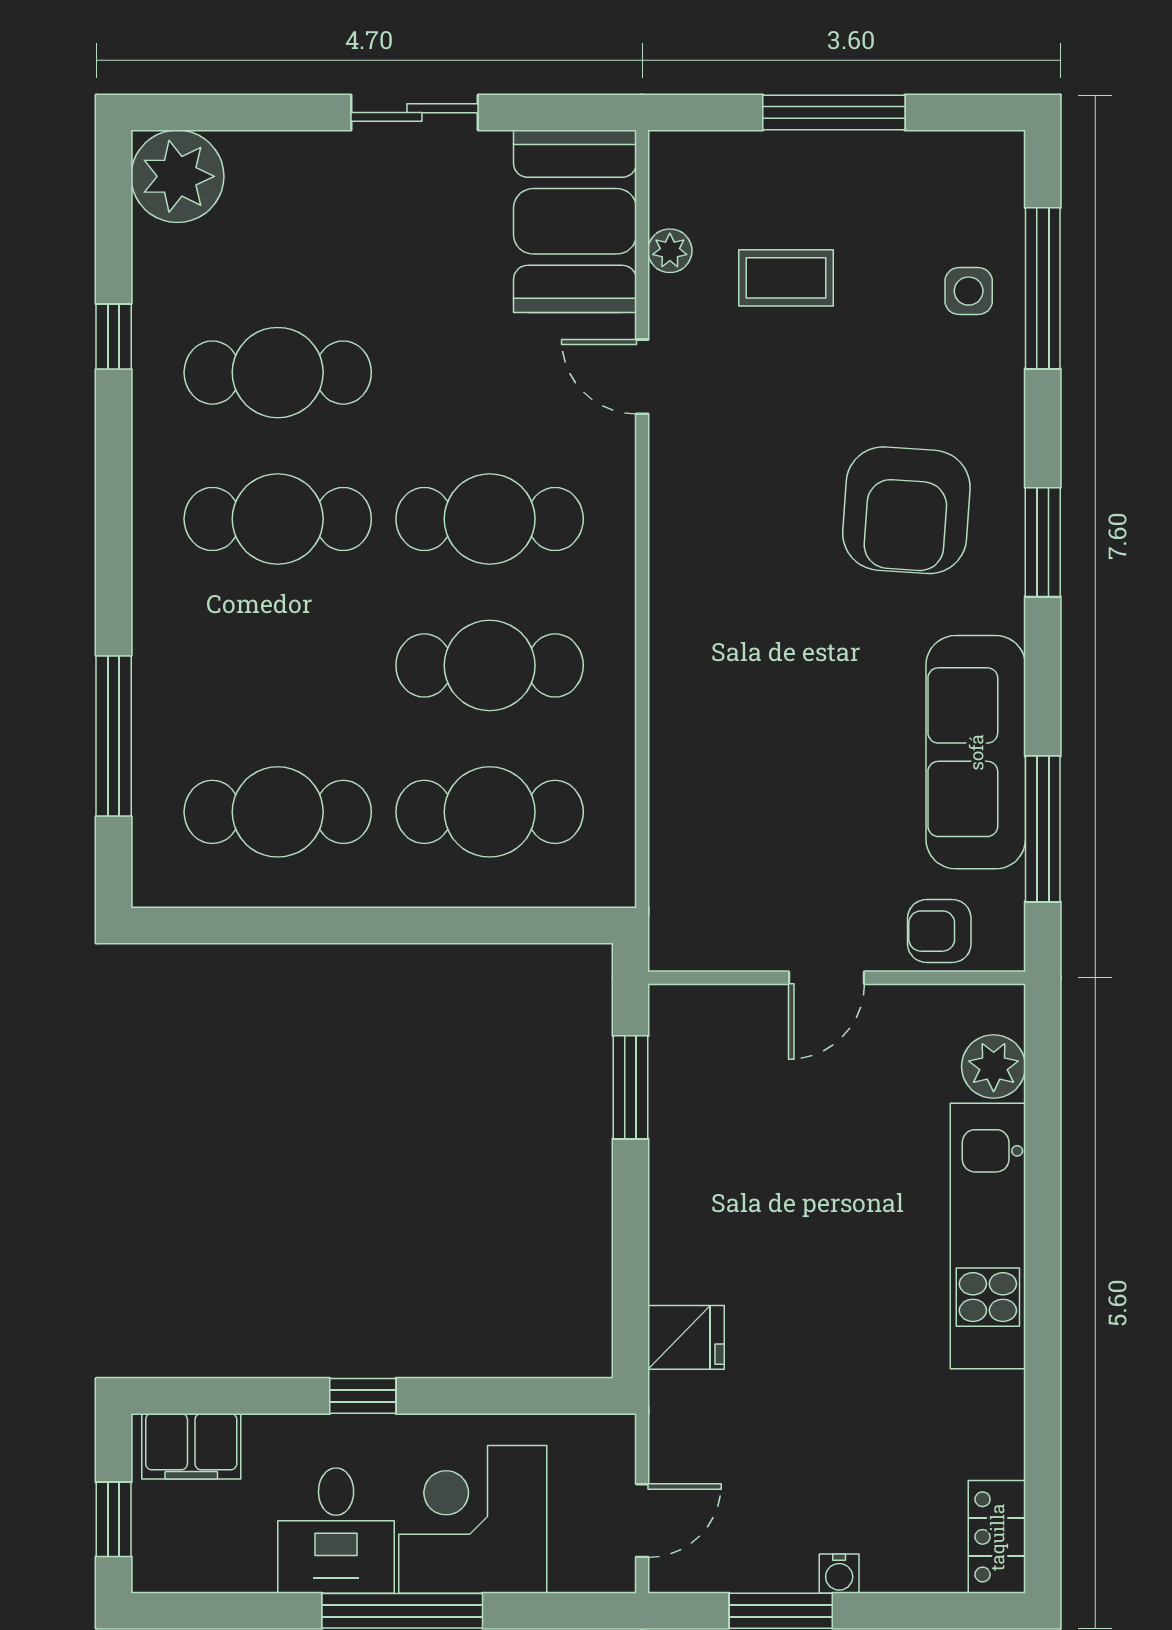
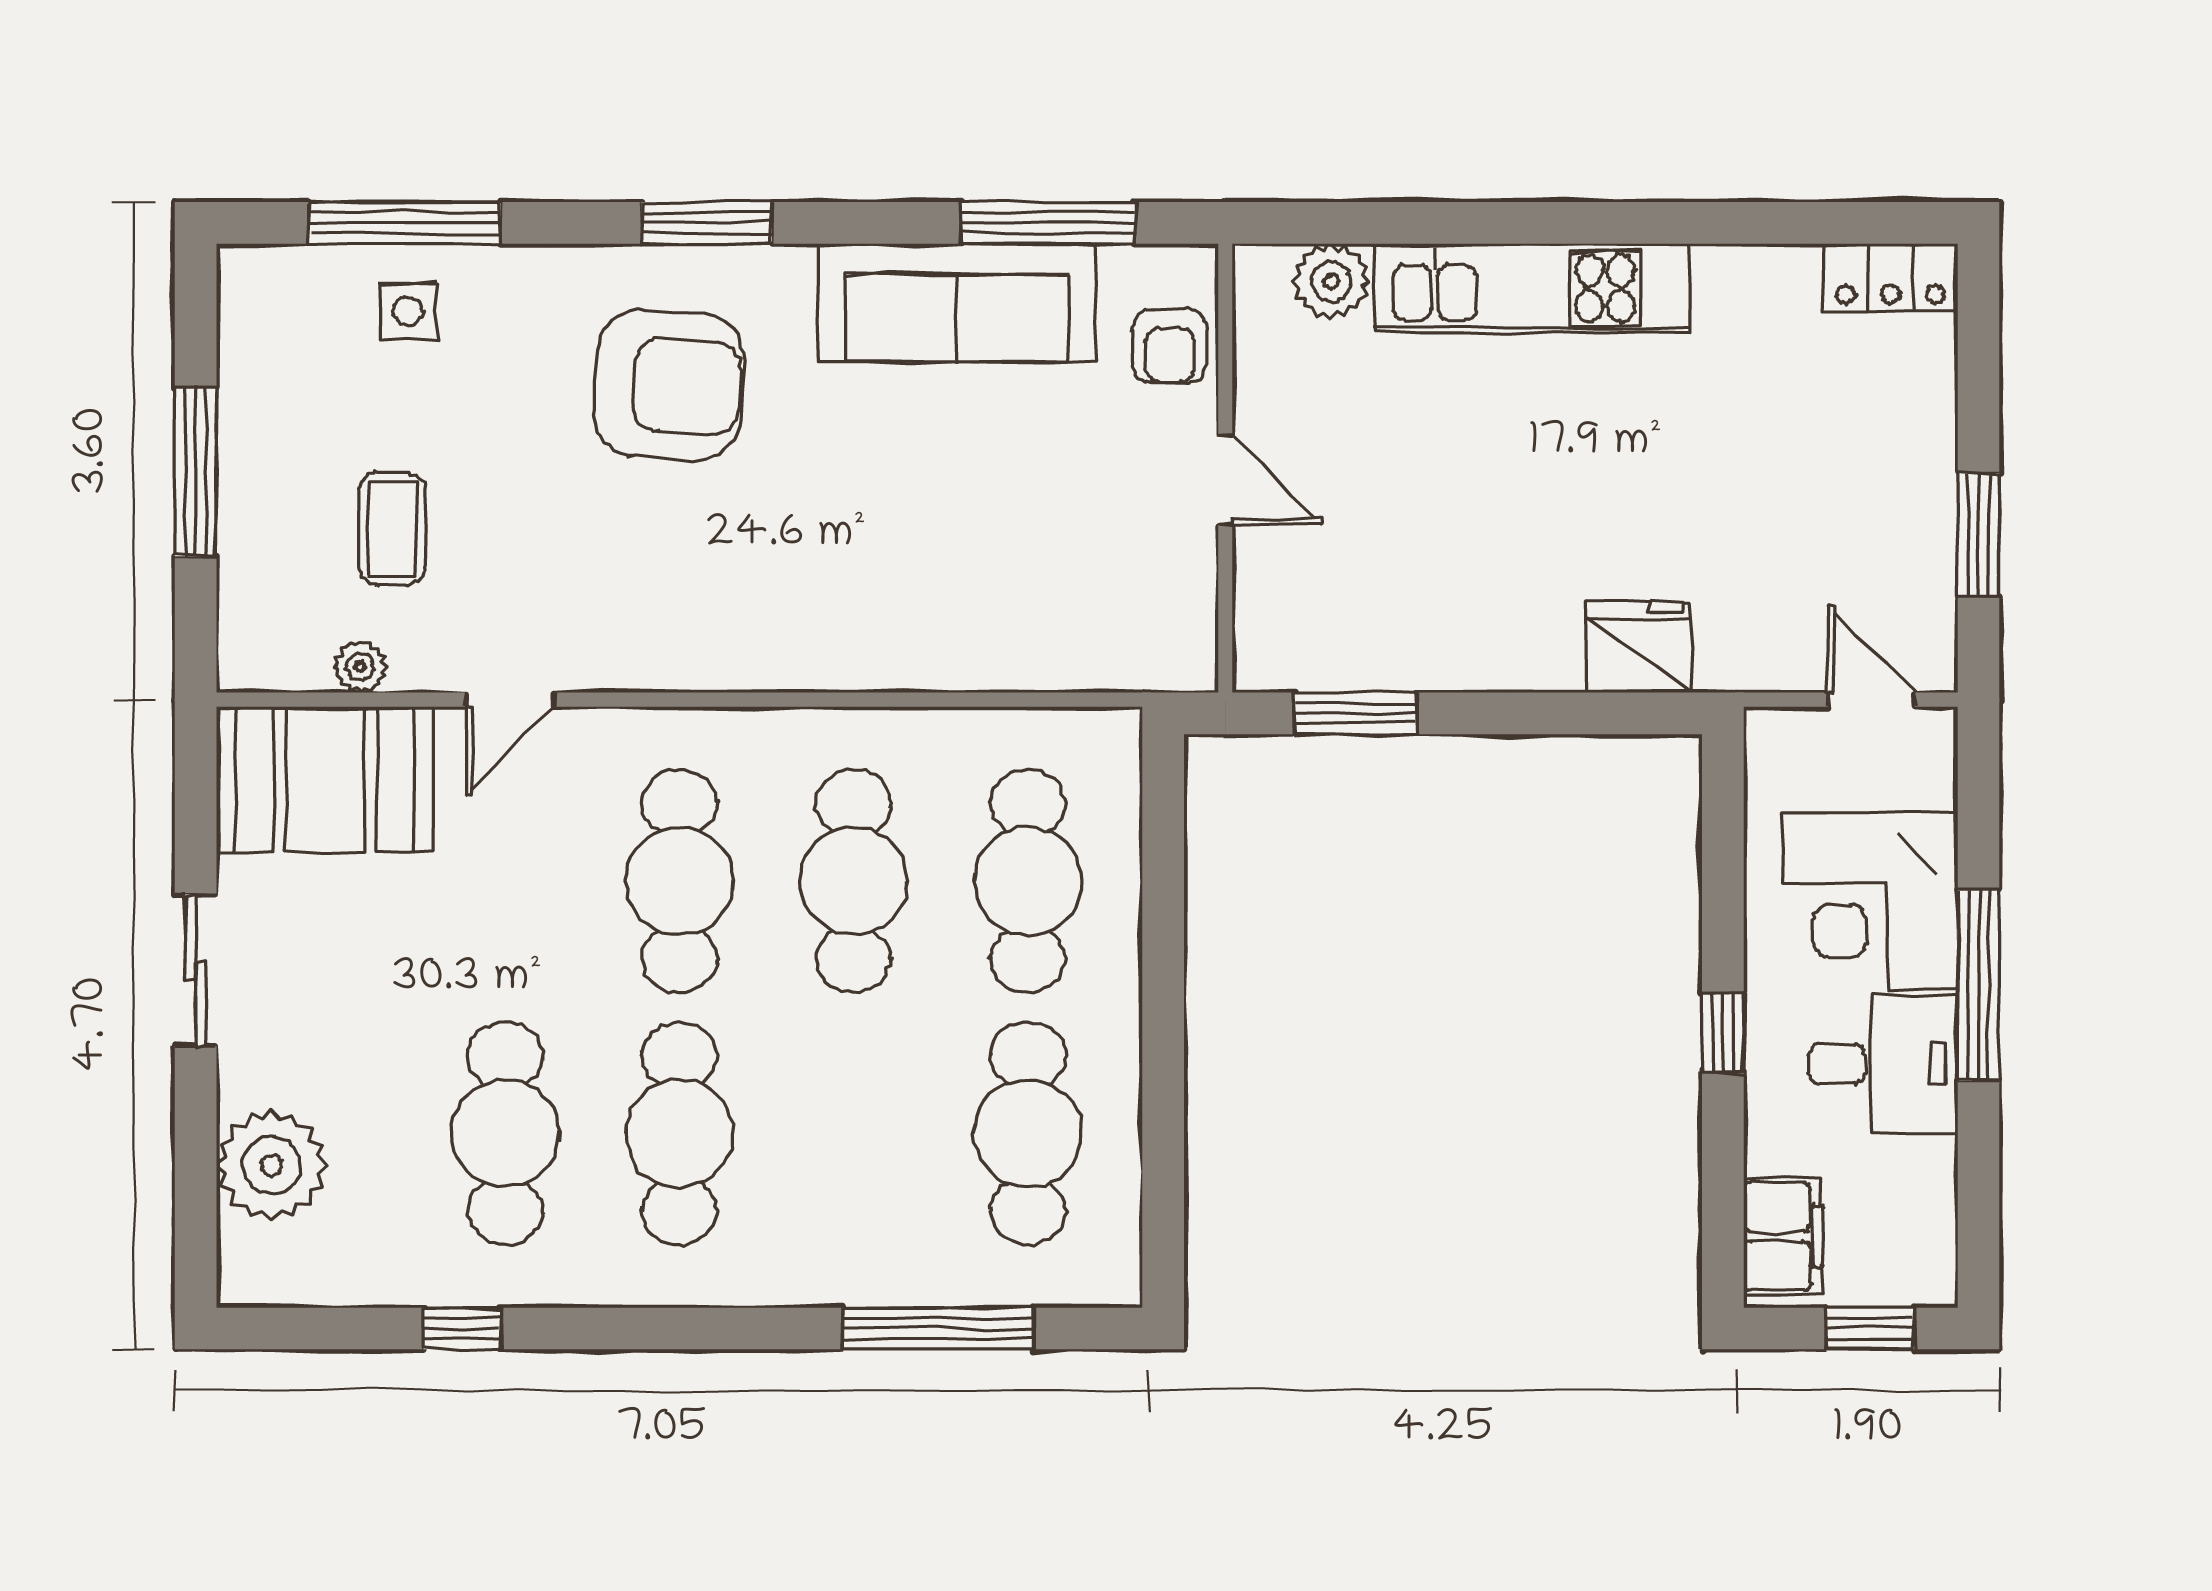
plant: (177, 176) -> (272, 1165), moved
fridge: (686, 1337) -> (1639, 647), width x1.38
water cooler: (839, 1574) -> (1934, 465), removed

